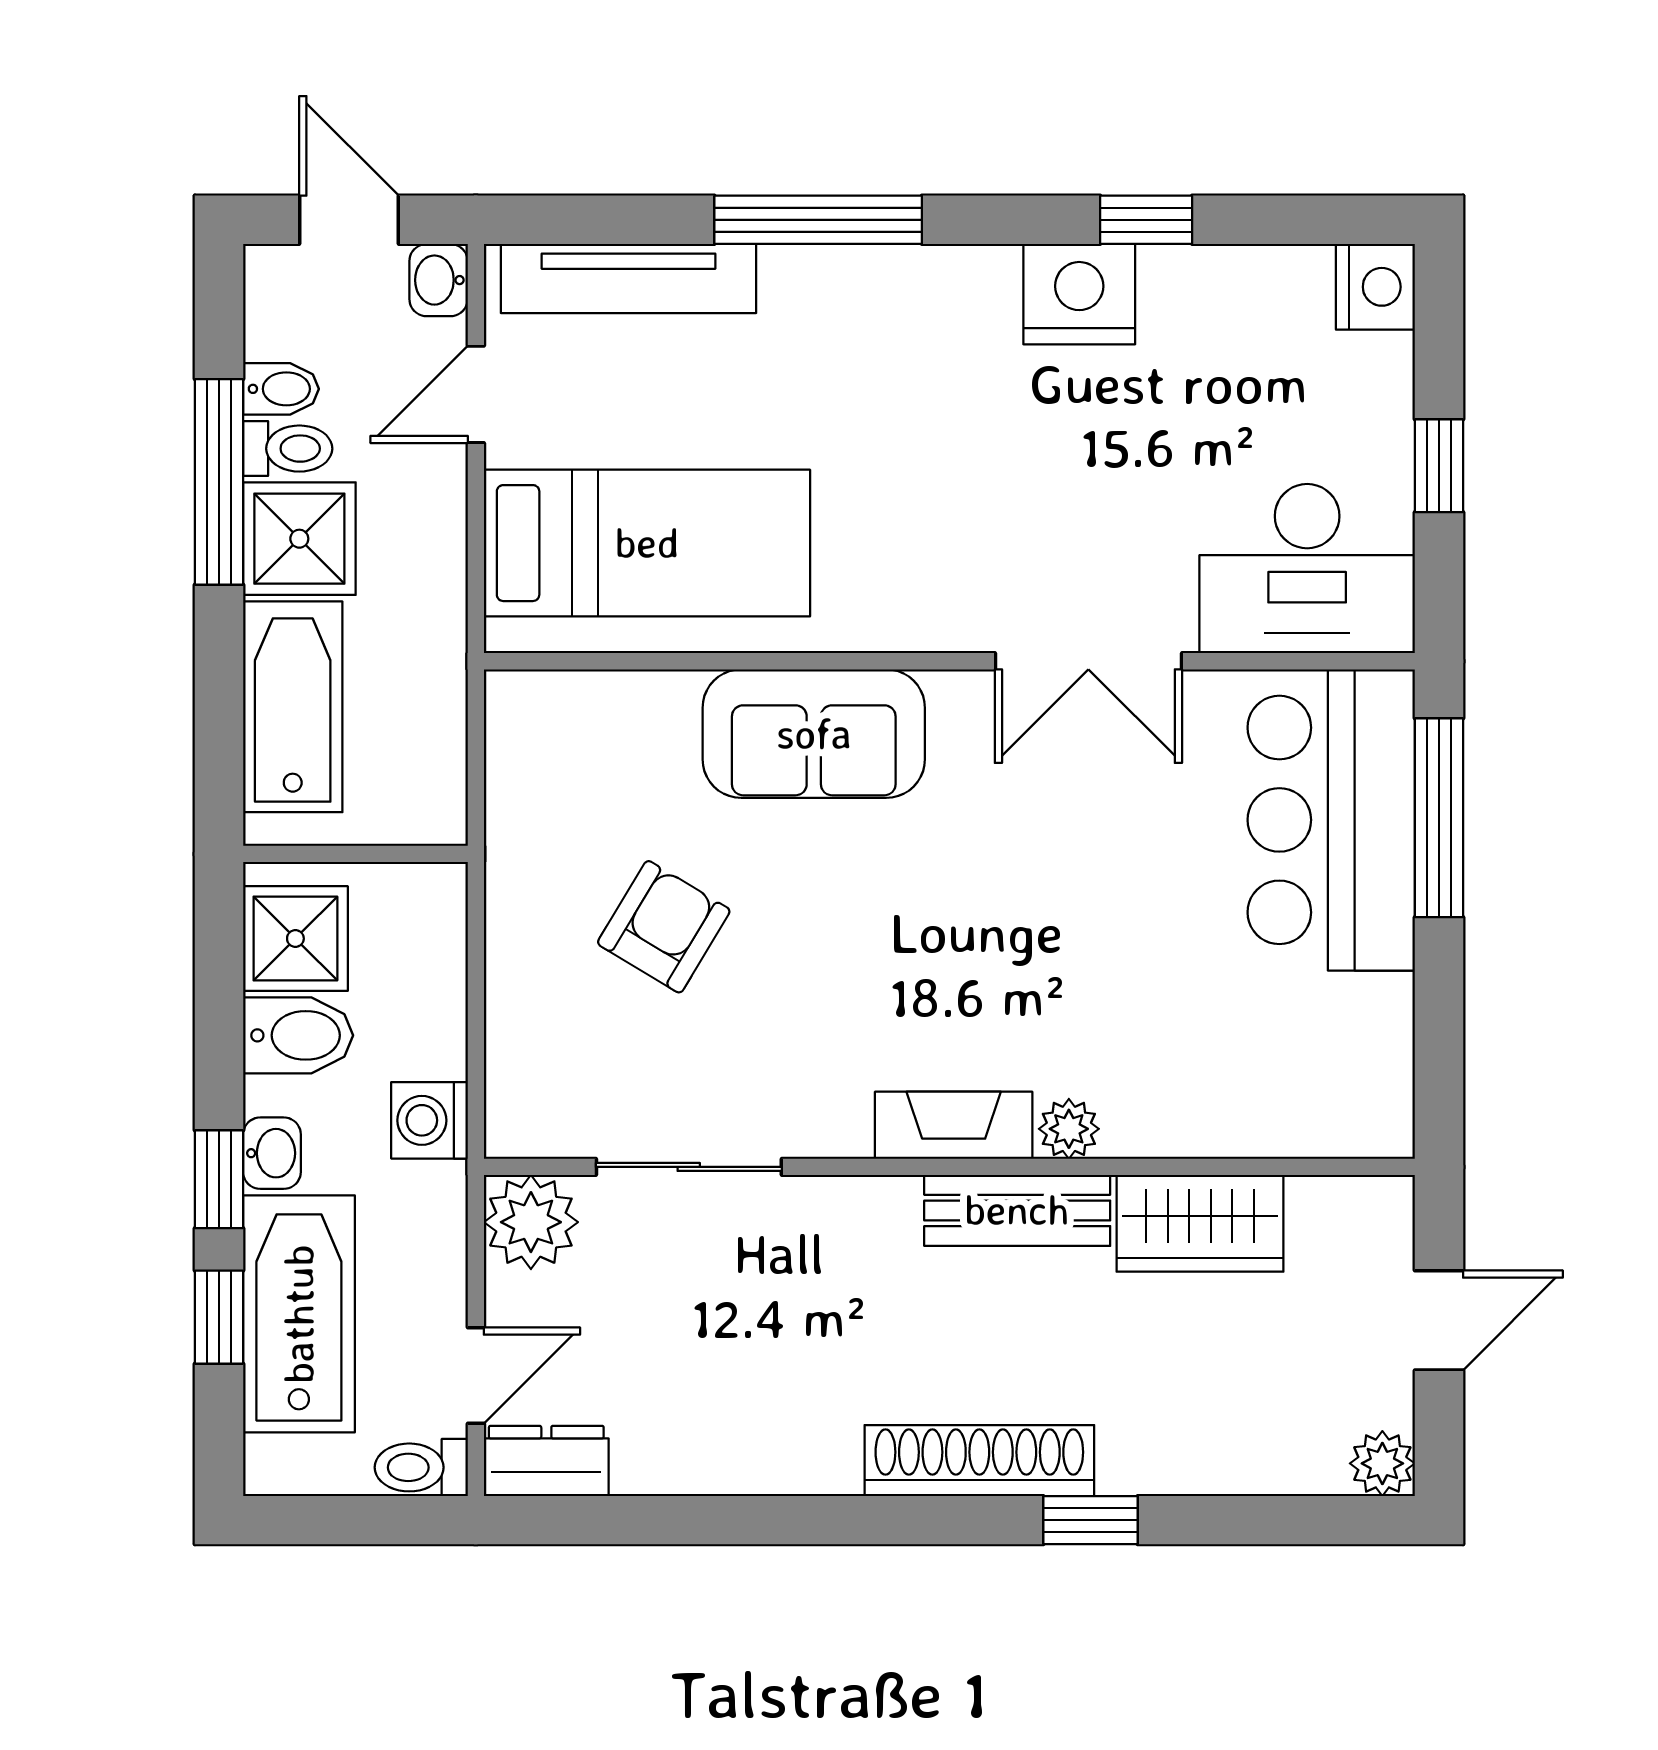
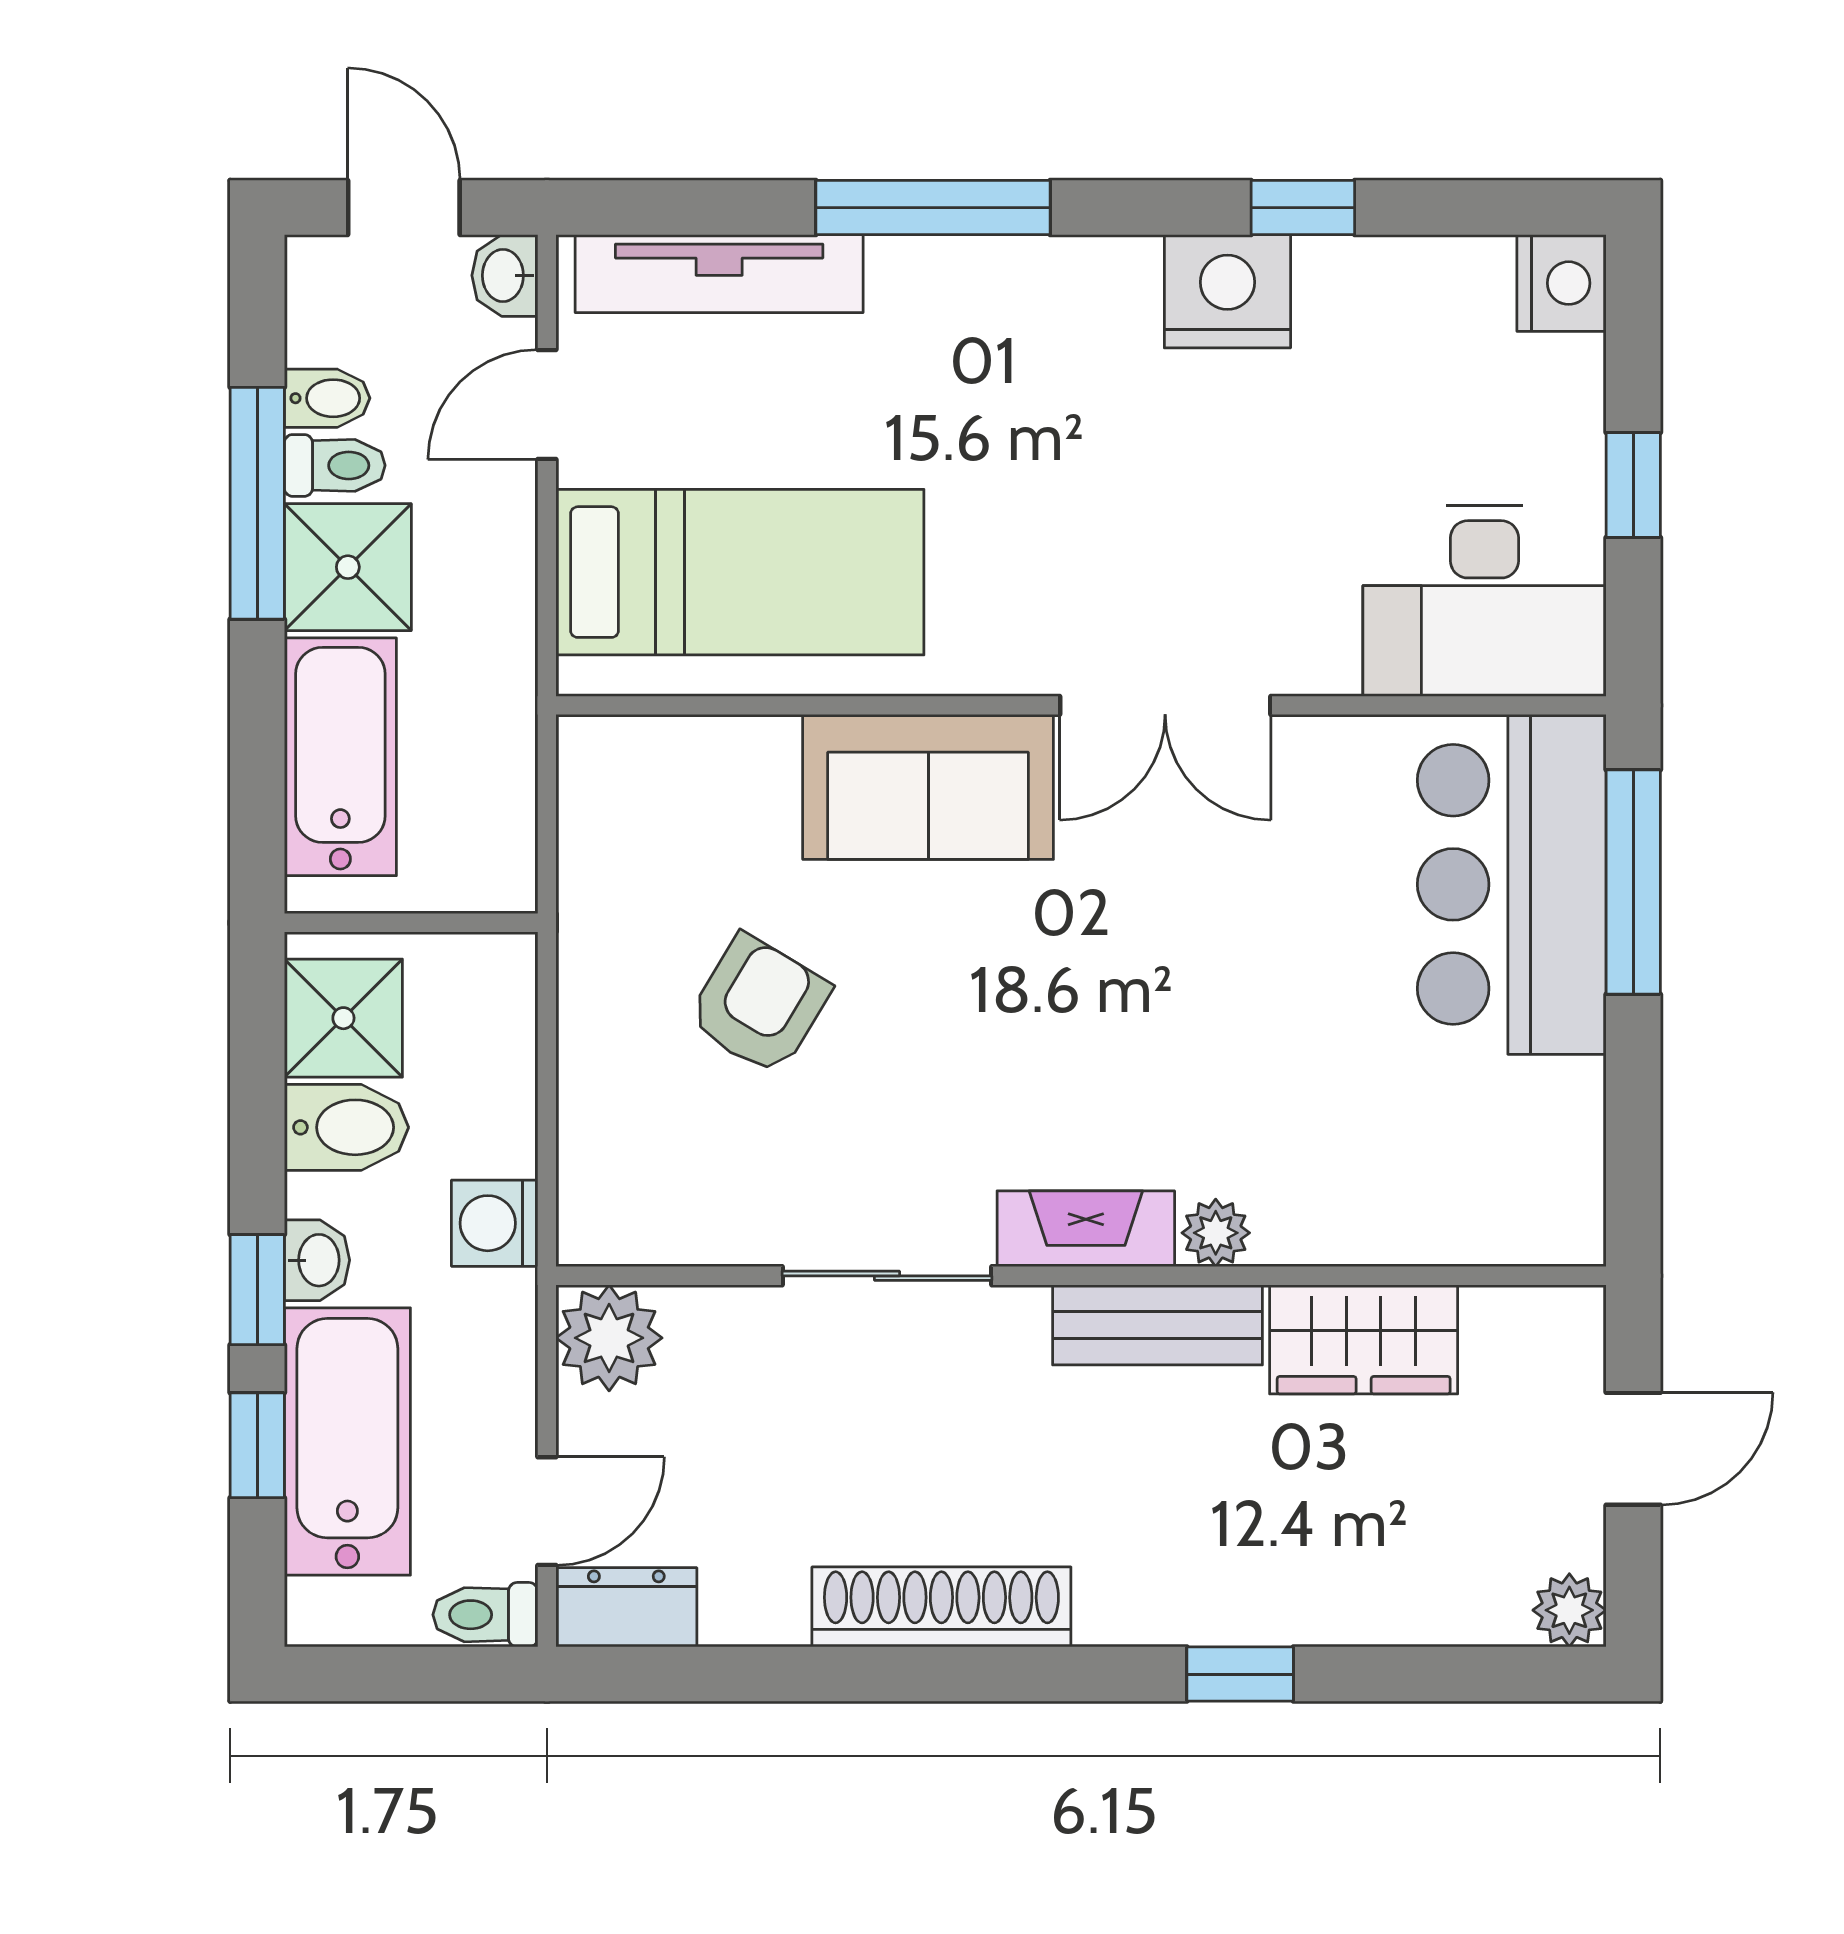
double door: (1088, 661) -> (1165, 705), moved
sliding door: (689, 1167) -> (887, 1276), moved
shoe rack: (979, 1461) -> (941, 1607), moved

